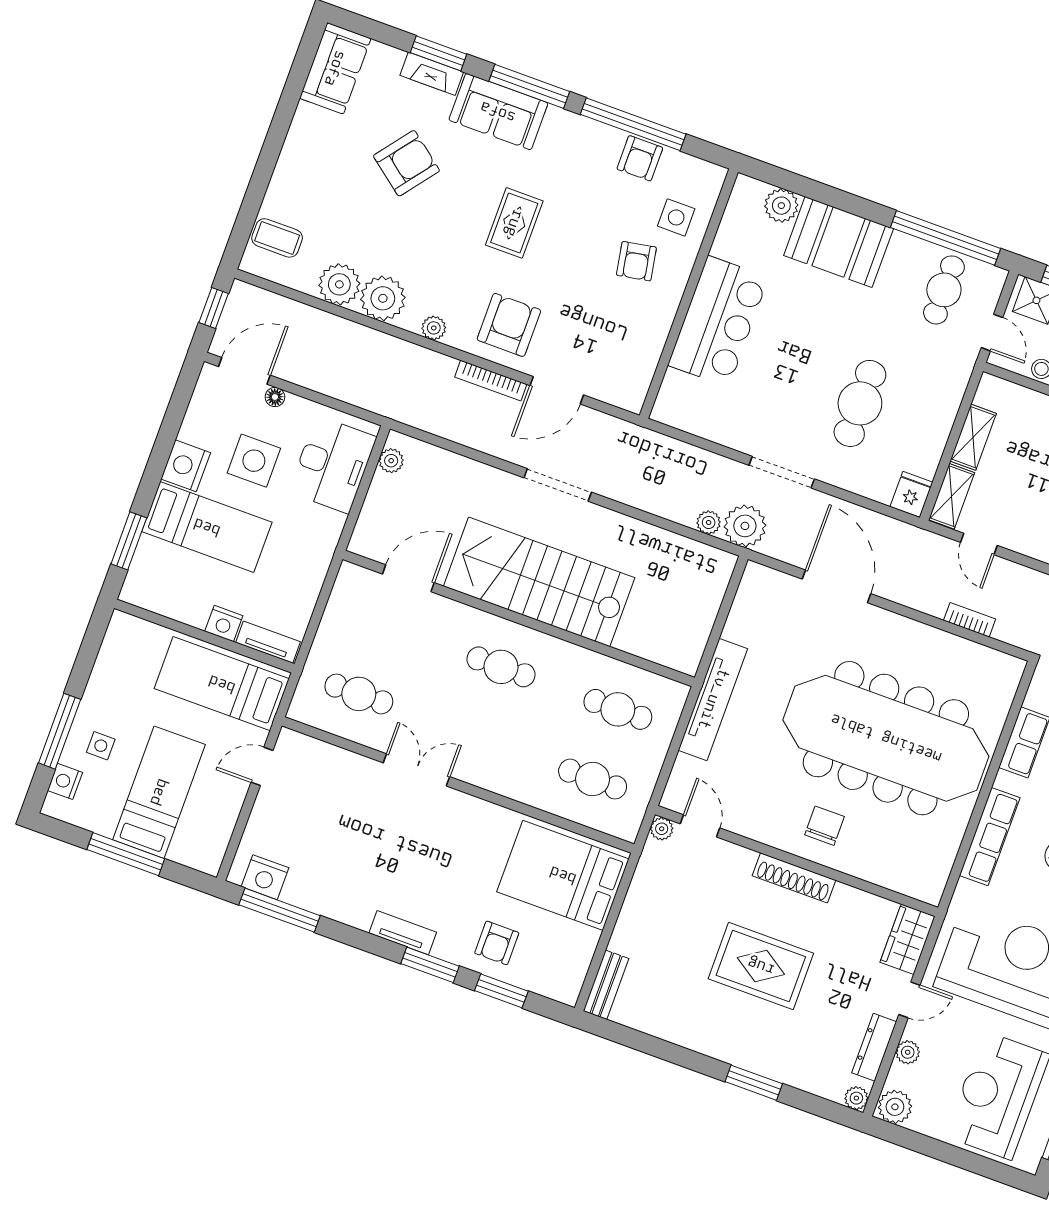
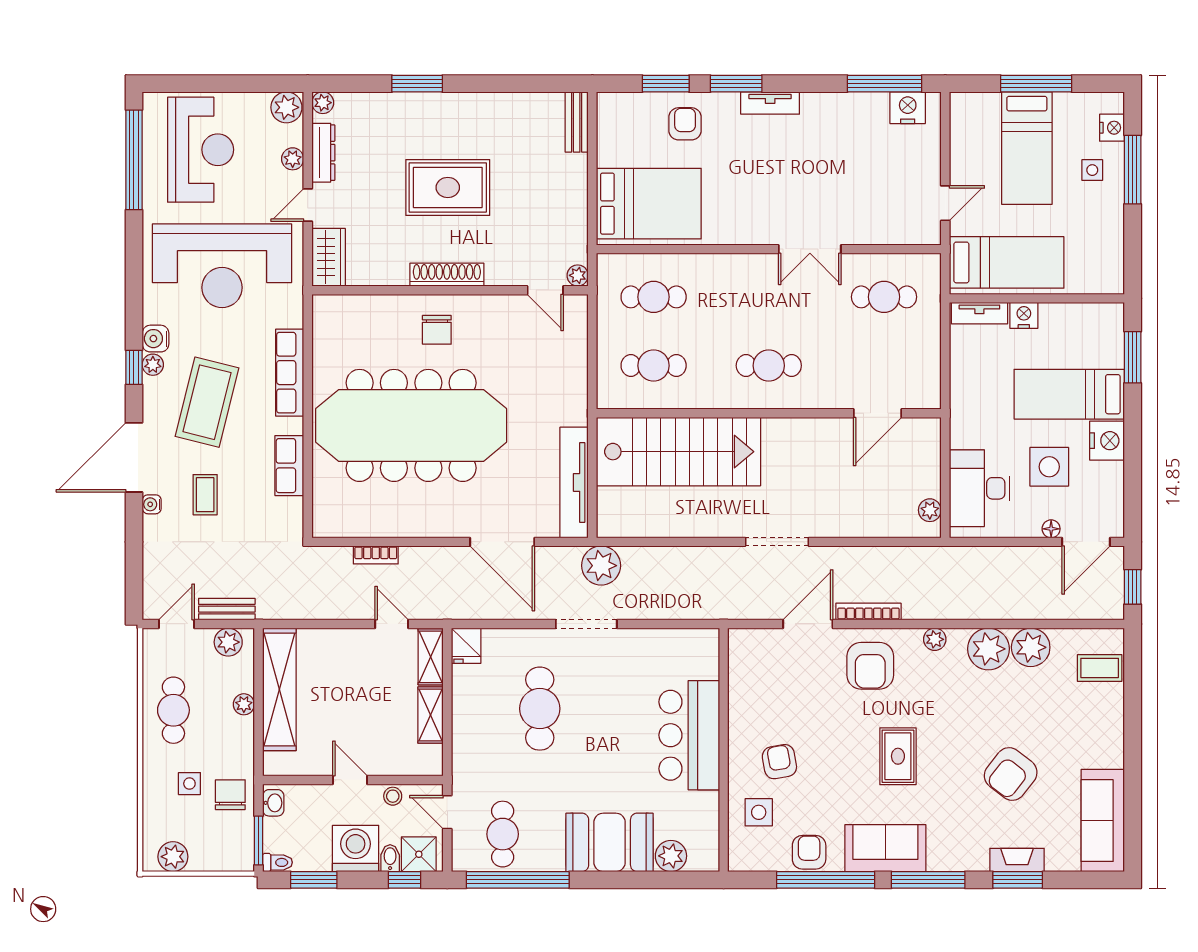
sofa: (335, 68) -> (1103, 821), width x1.36
sofa: (498, 112) -> (885, 848), moved
plant: (709, 522) -> (634, 557), removed
stairs: (539, 582) -> (678, 452), moved
tv unit: (713, 699) -> (574, 482), moved

